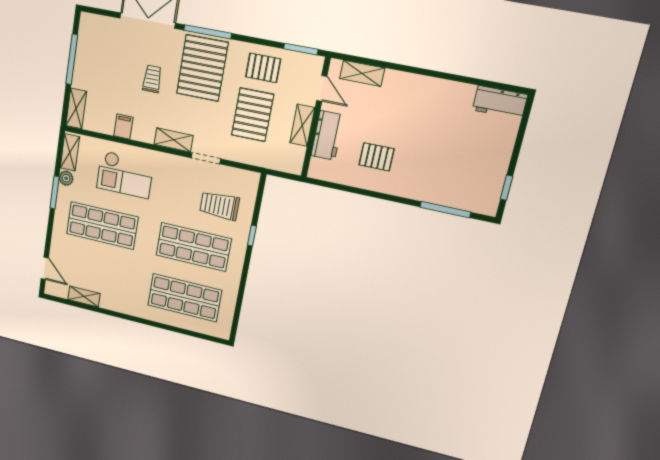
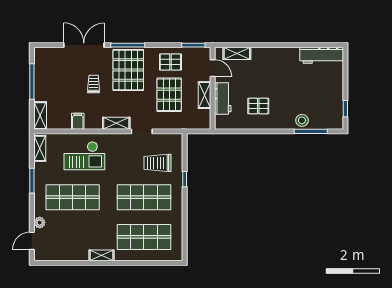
workbench: (500, 102) -> (322, 55), width x1.38
plant: (66, 178) -> (40, 223), moved
stool: (436, 191) -> (302, 120), added
door: (45, 268) -> (32, 241), swing flipped
shelving: (84, 297) -> (102, 255), moved

